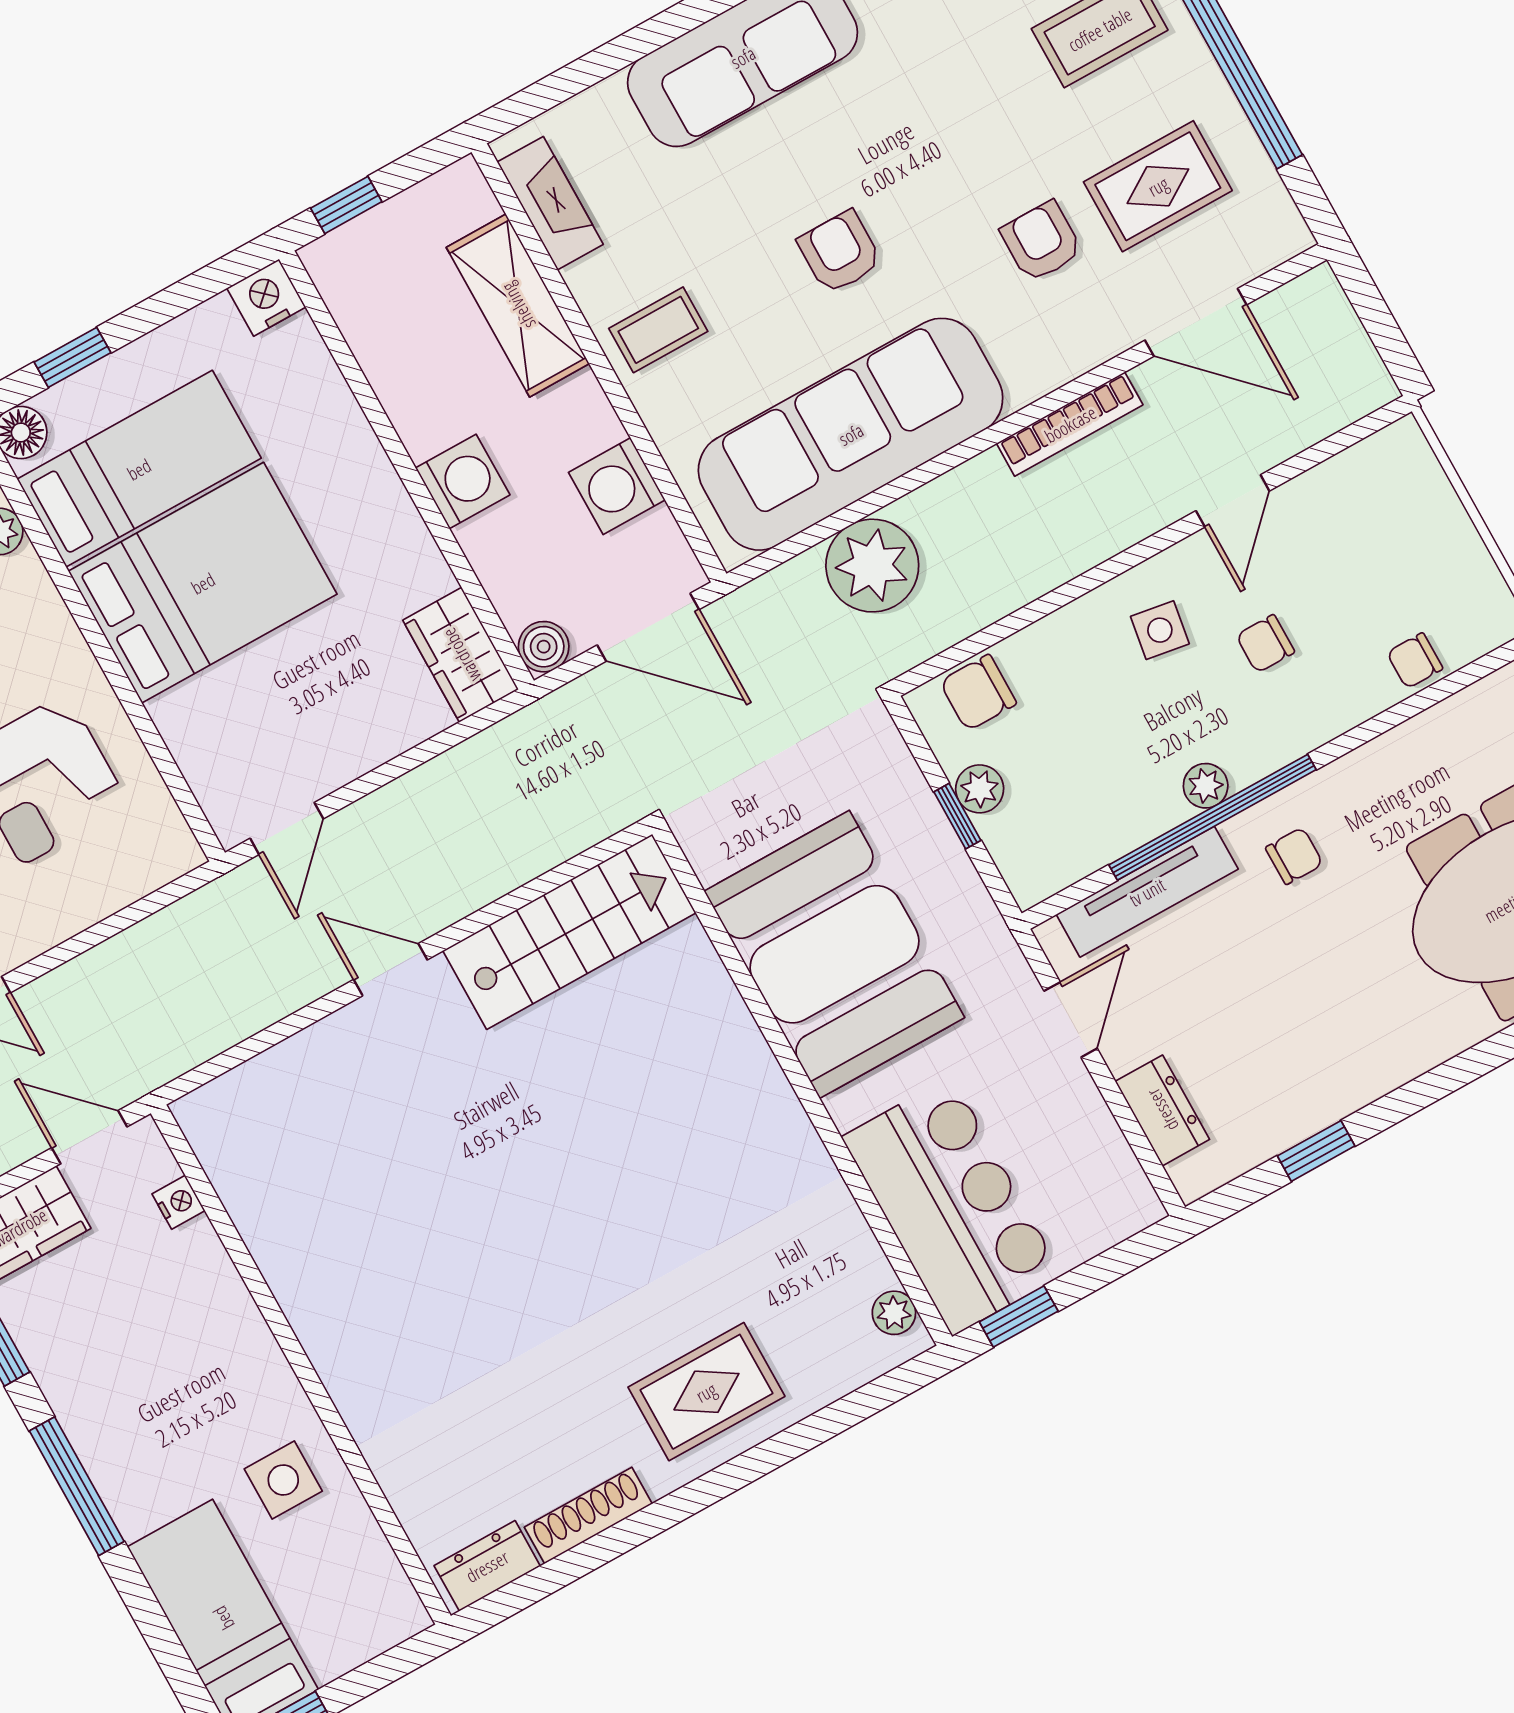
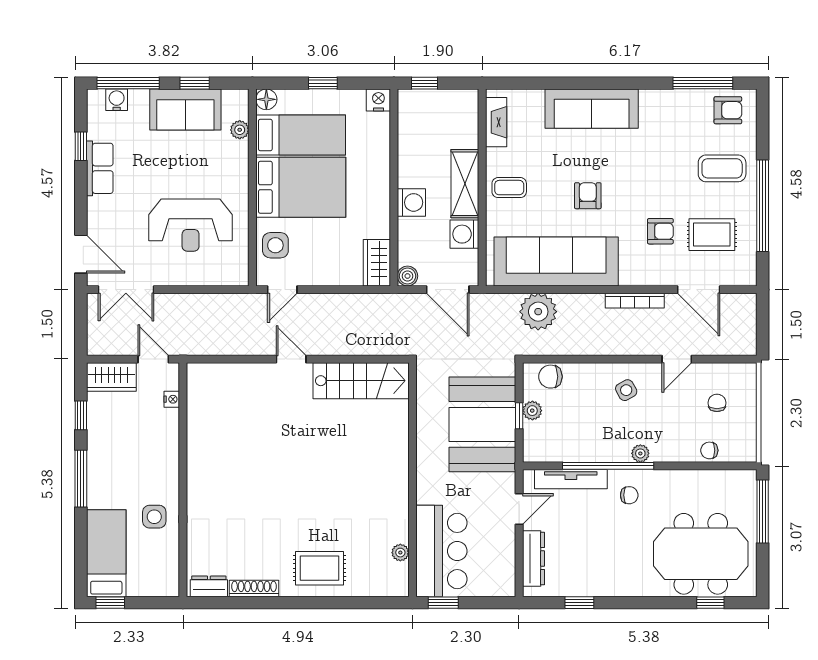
armchair: (1041, 242) -> (660, 231), turned 90
shelving: (518, 306) -> (465, 184), moved
window: (73, 357) -> (323, 83), moved
side table: (1160, 630) -> (626, 390), turned -38
chair: (1265, 644) -> (717, 403), moved, turned 90
side table: (218, 740) -> (275, 245), added
plant: (1206, 786) -> (640, 453), moved
booth: (834, 954) -> (482, 424), moved
dresser: (1162, 1110) -> (534, 559), width x1.44
plant: (894, 1313) -> (400, 553), moved

